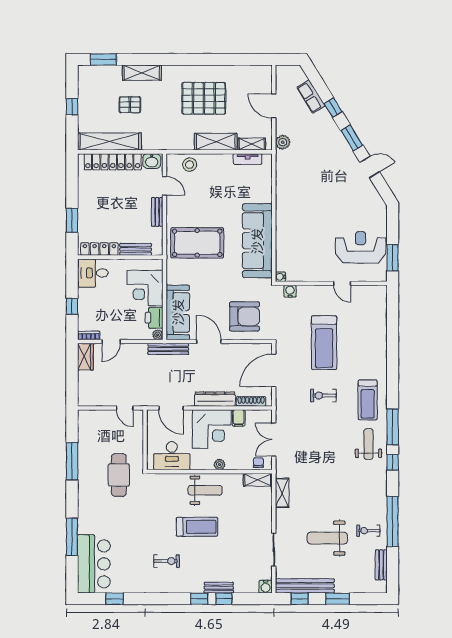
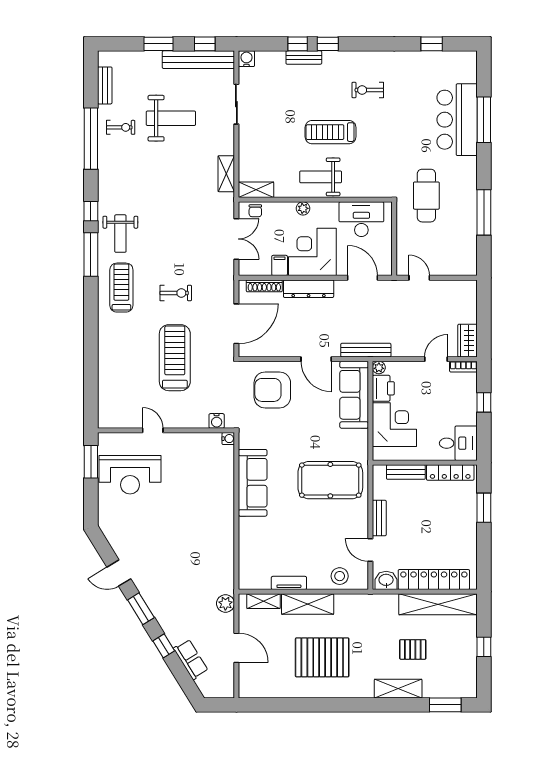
tv unit: (248, 159) -> (289, 583), moved
sofa: (257, 241) -> (253, 483), width x0.74, depth x0.79
bar counter: (94, 564) -> (457, 120), moved

